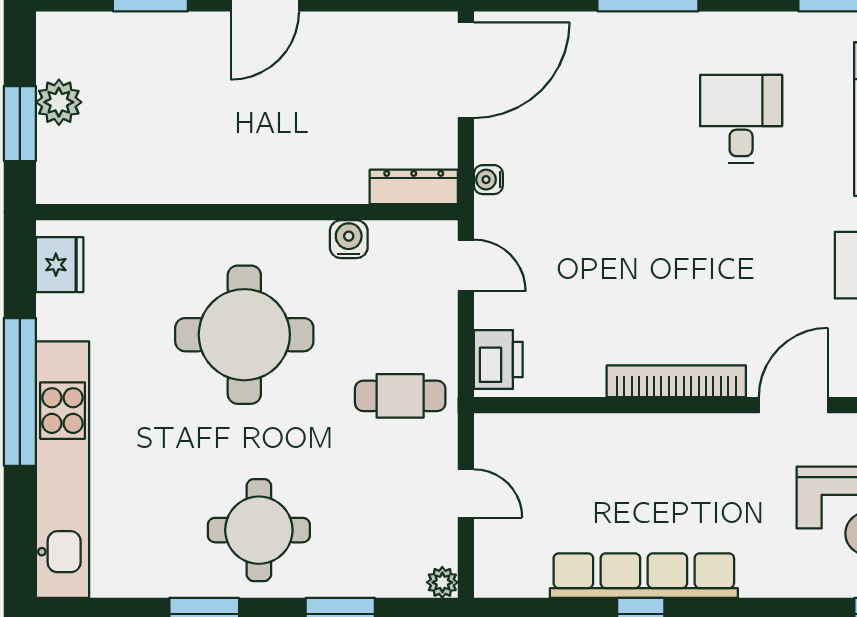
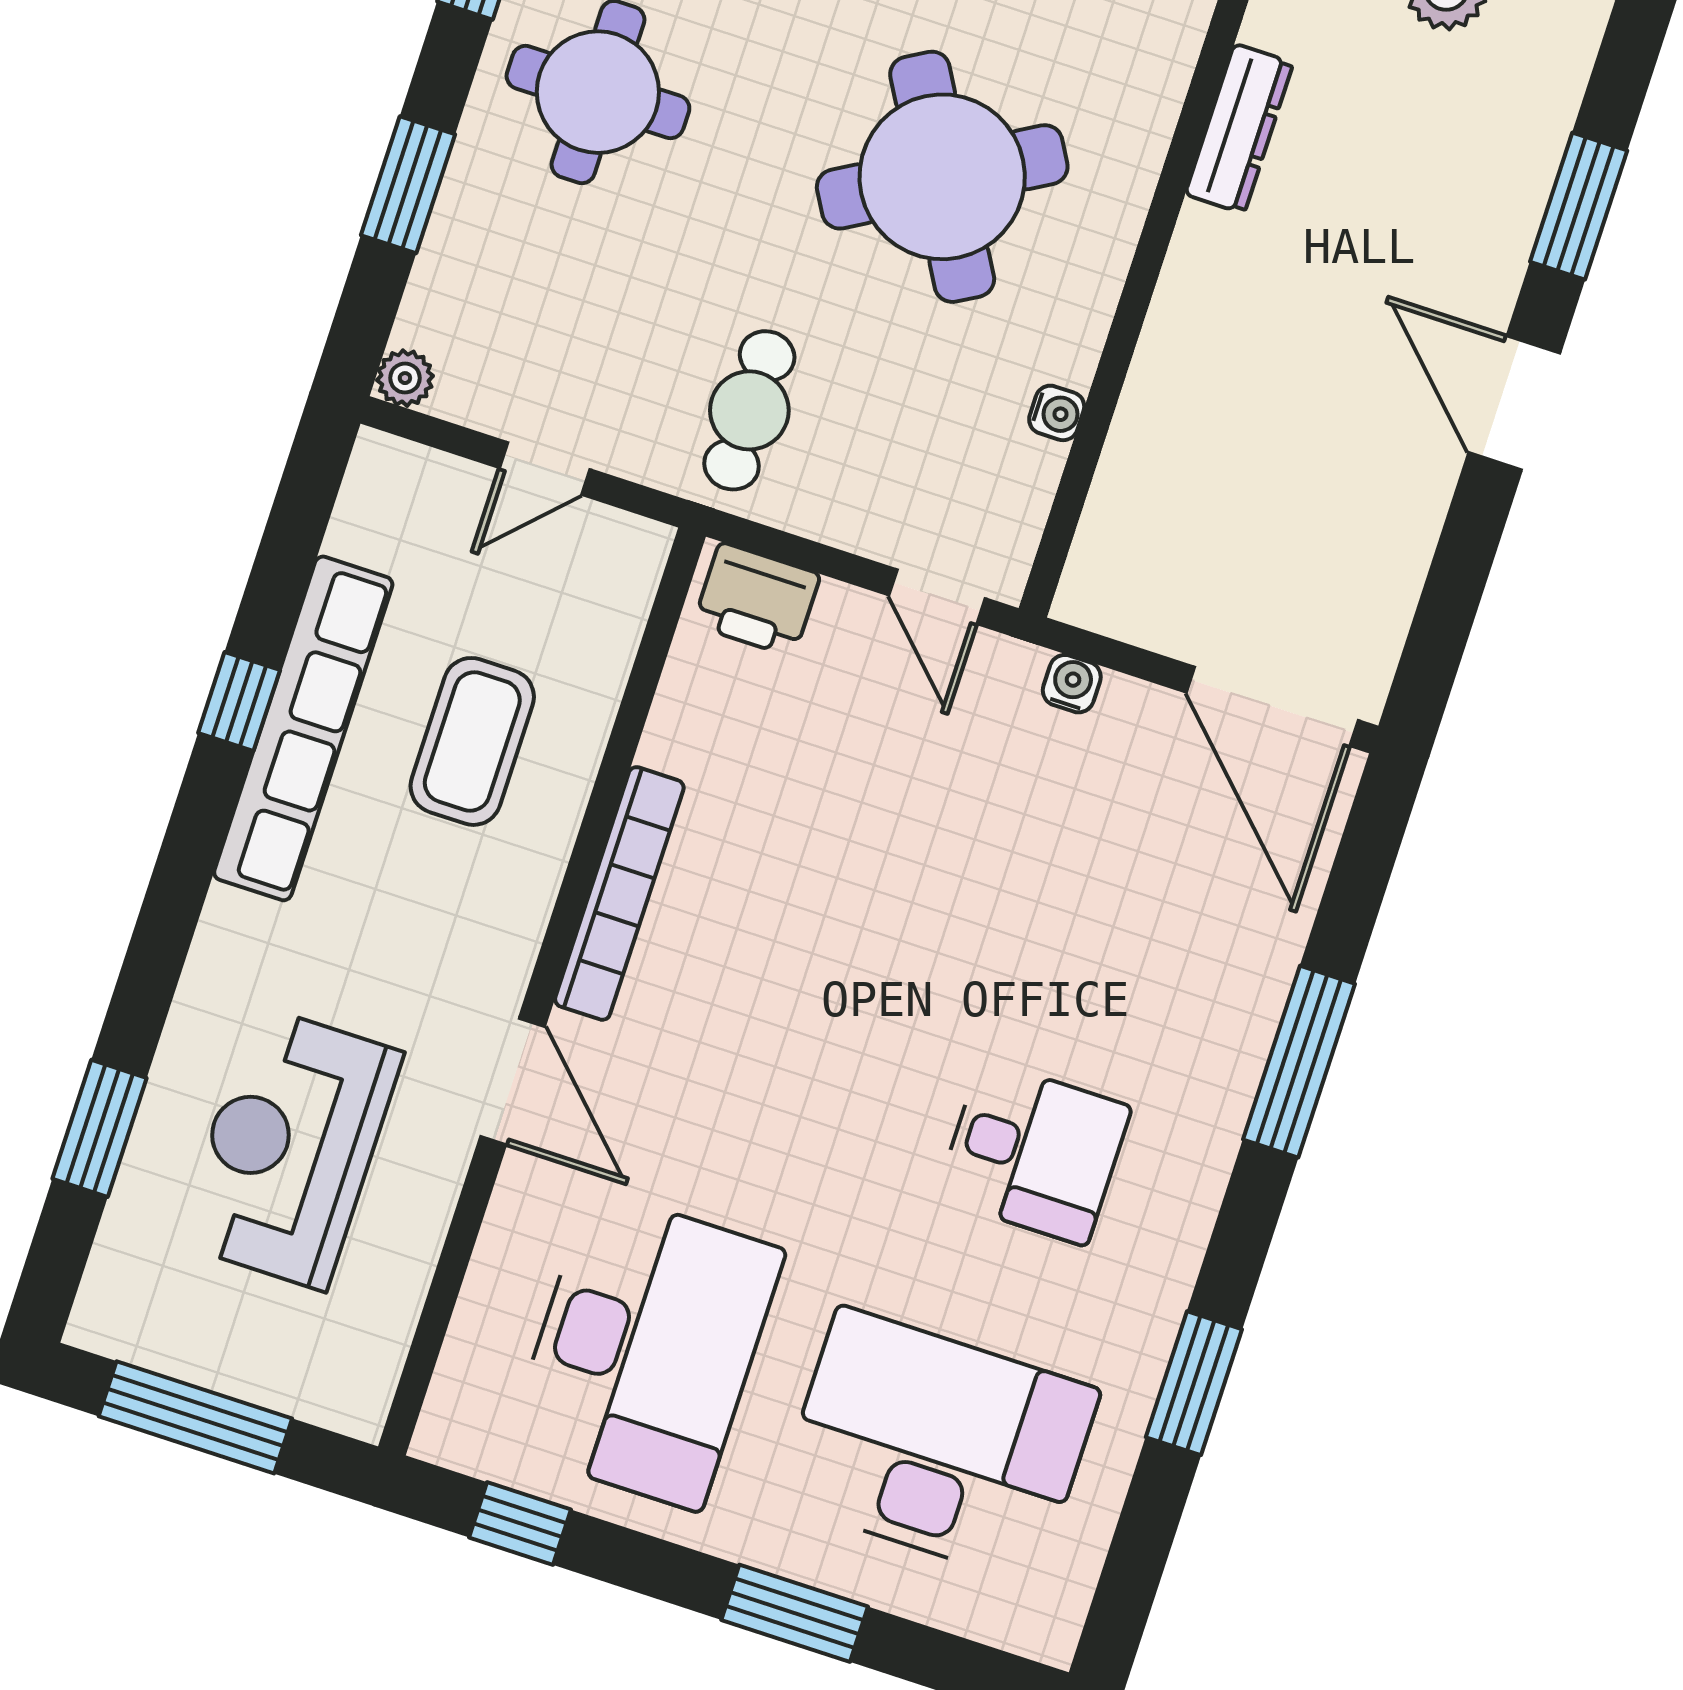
dresser: (414, 187) -> (1239, 129), moved
water cooler: (349, 239) -> (1057, 413), width x0.72, depth x0.72
door: (466, 265) -> (937, 597), hinge flipped
round table: (244, 335) -> (942, 177), turned -30
coffee table: (622, 485) -> (472, 741), added

